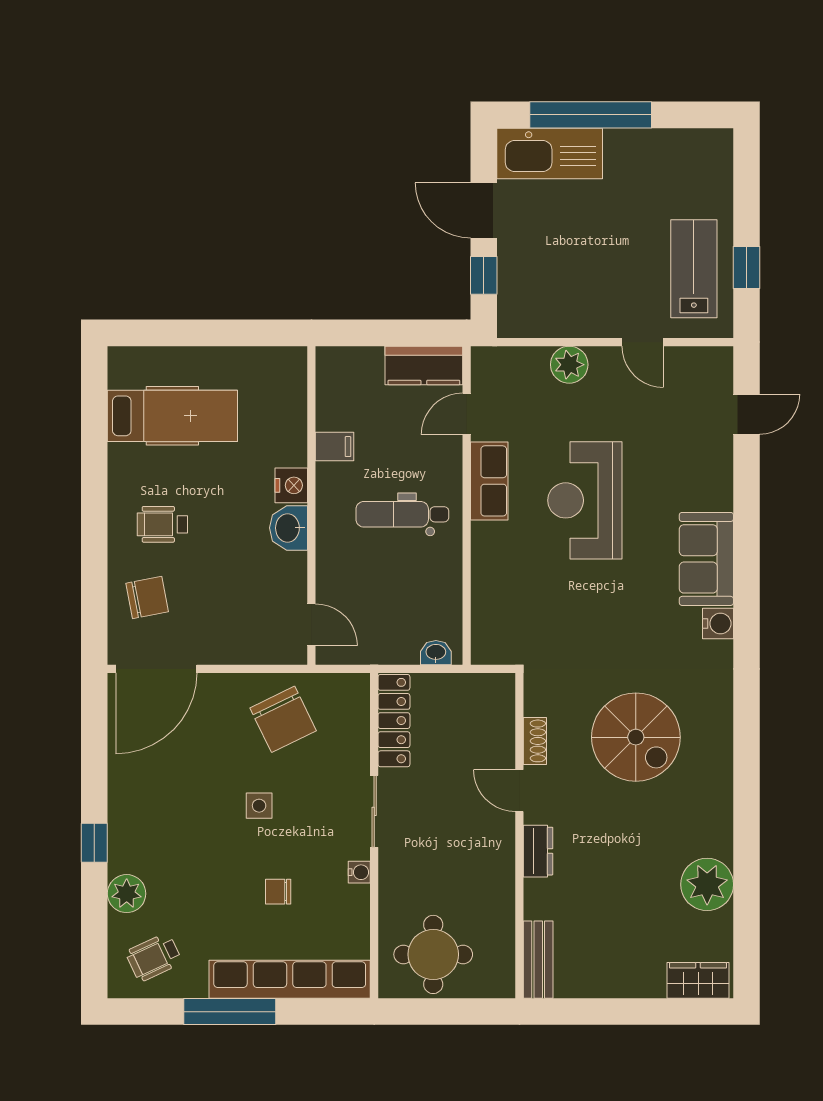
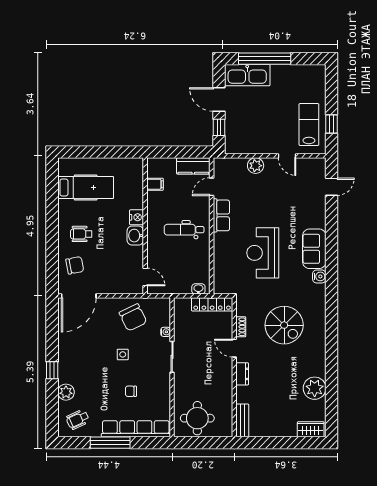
filing cabinet: (335, 447) -> (155, 184), moved
reception desk: (585, 500) -> (263, 253), moved
locker: (394, 721) -> (212, 304), moved, turned 90
water cooler: (359, 872) -> (166, 332), moved

